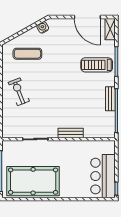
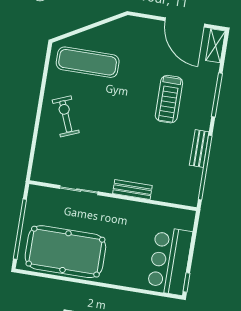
water cooler: (43, 27) -> (116, 27), removed
exercise mat: (27, 54) -> (88, 62), width x1.36, depth x1.45
treadmill: (97, 65) -> (169, 99), moved, turned -90

